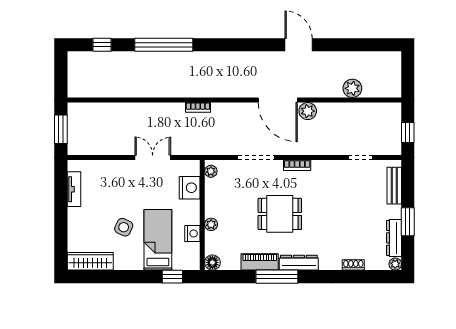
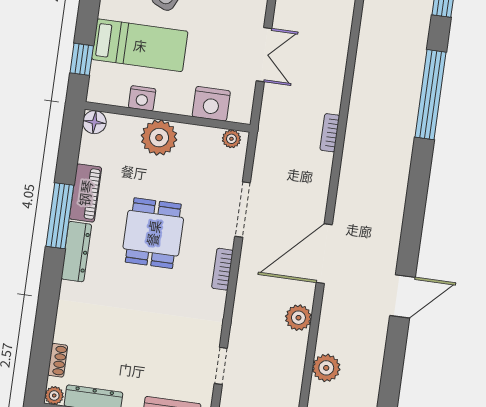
plant: (308, 111) -> (298, 318), moved
plant: (211, 224) -> (159, 138), width x1.88, depth x1.88
shoe rack: (353, 265) -> (58, 360), moved

